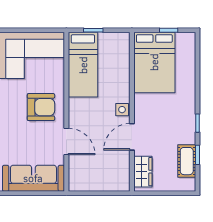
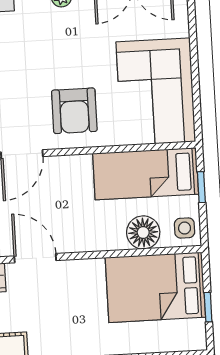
floor lamp: (120, 68) -> (143, 232), added
side table: (122, 110) -> (185, 228), moved

